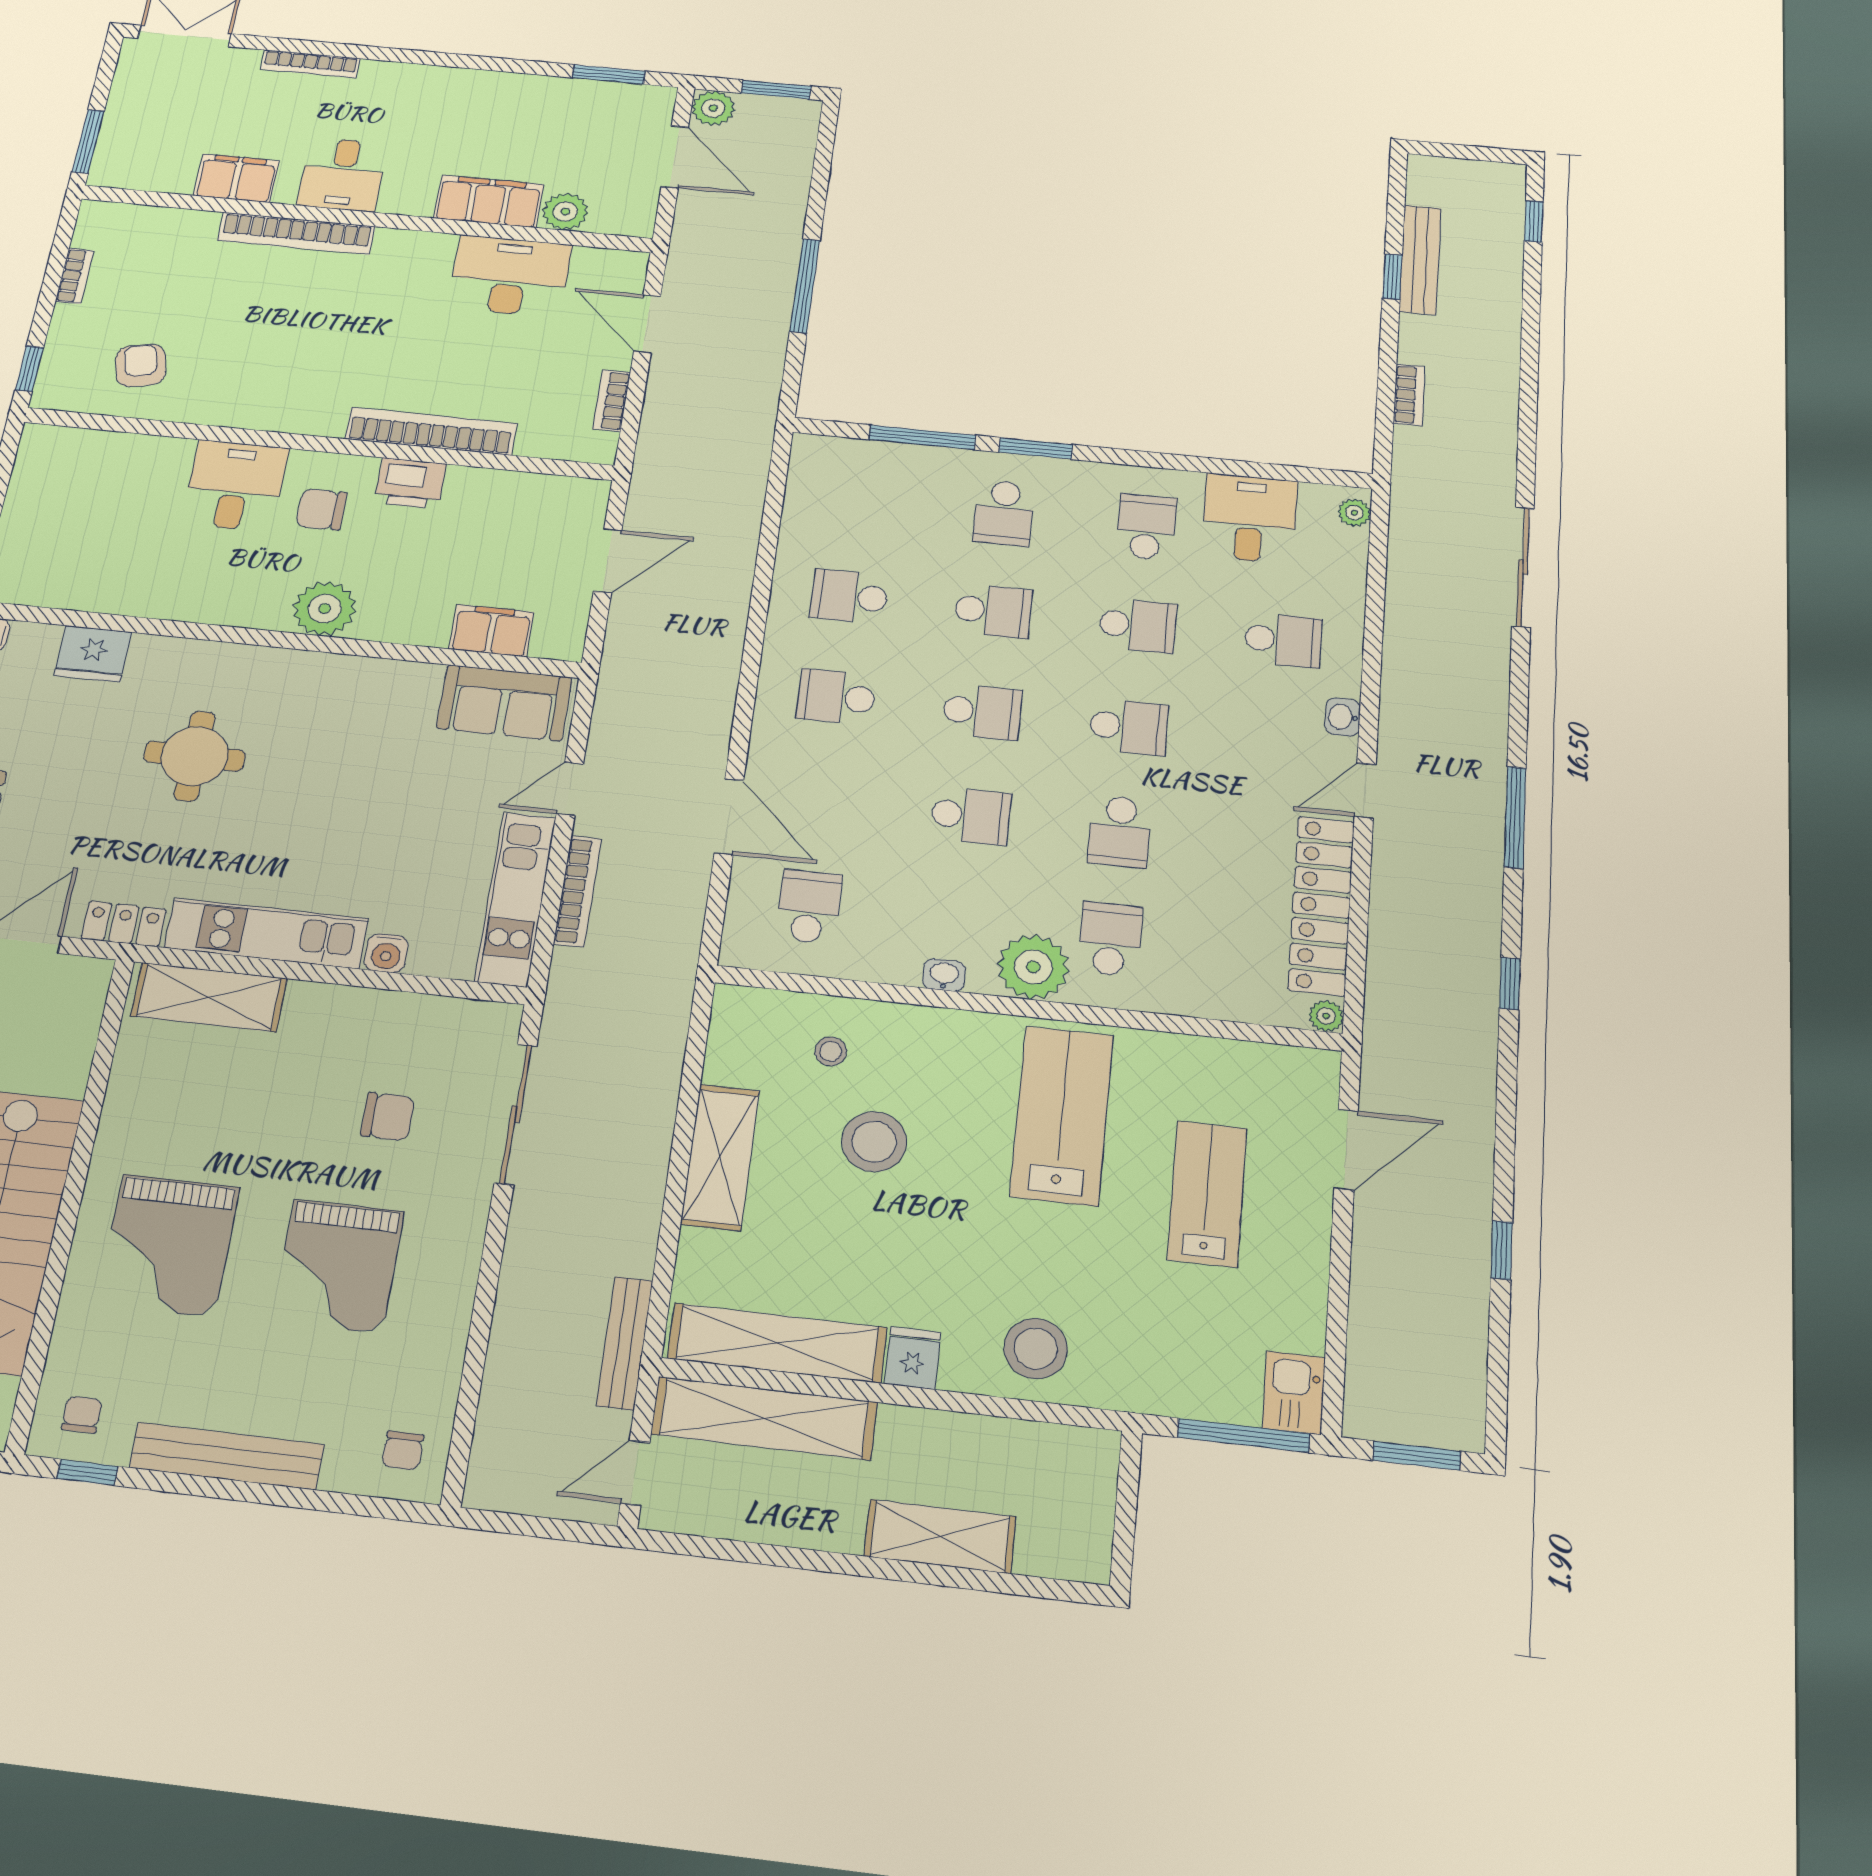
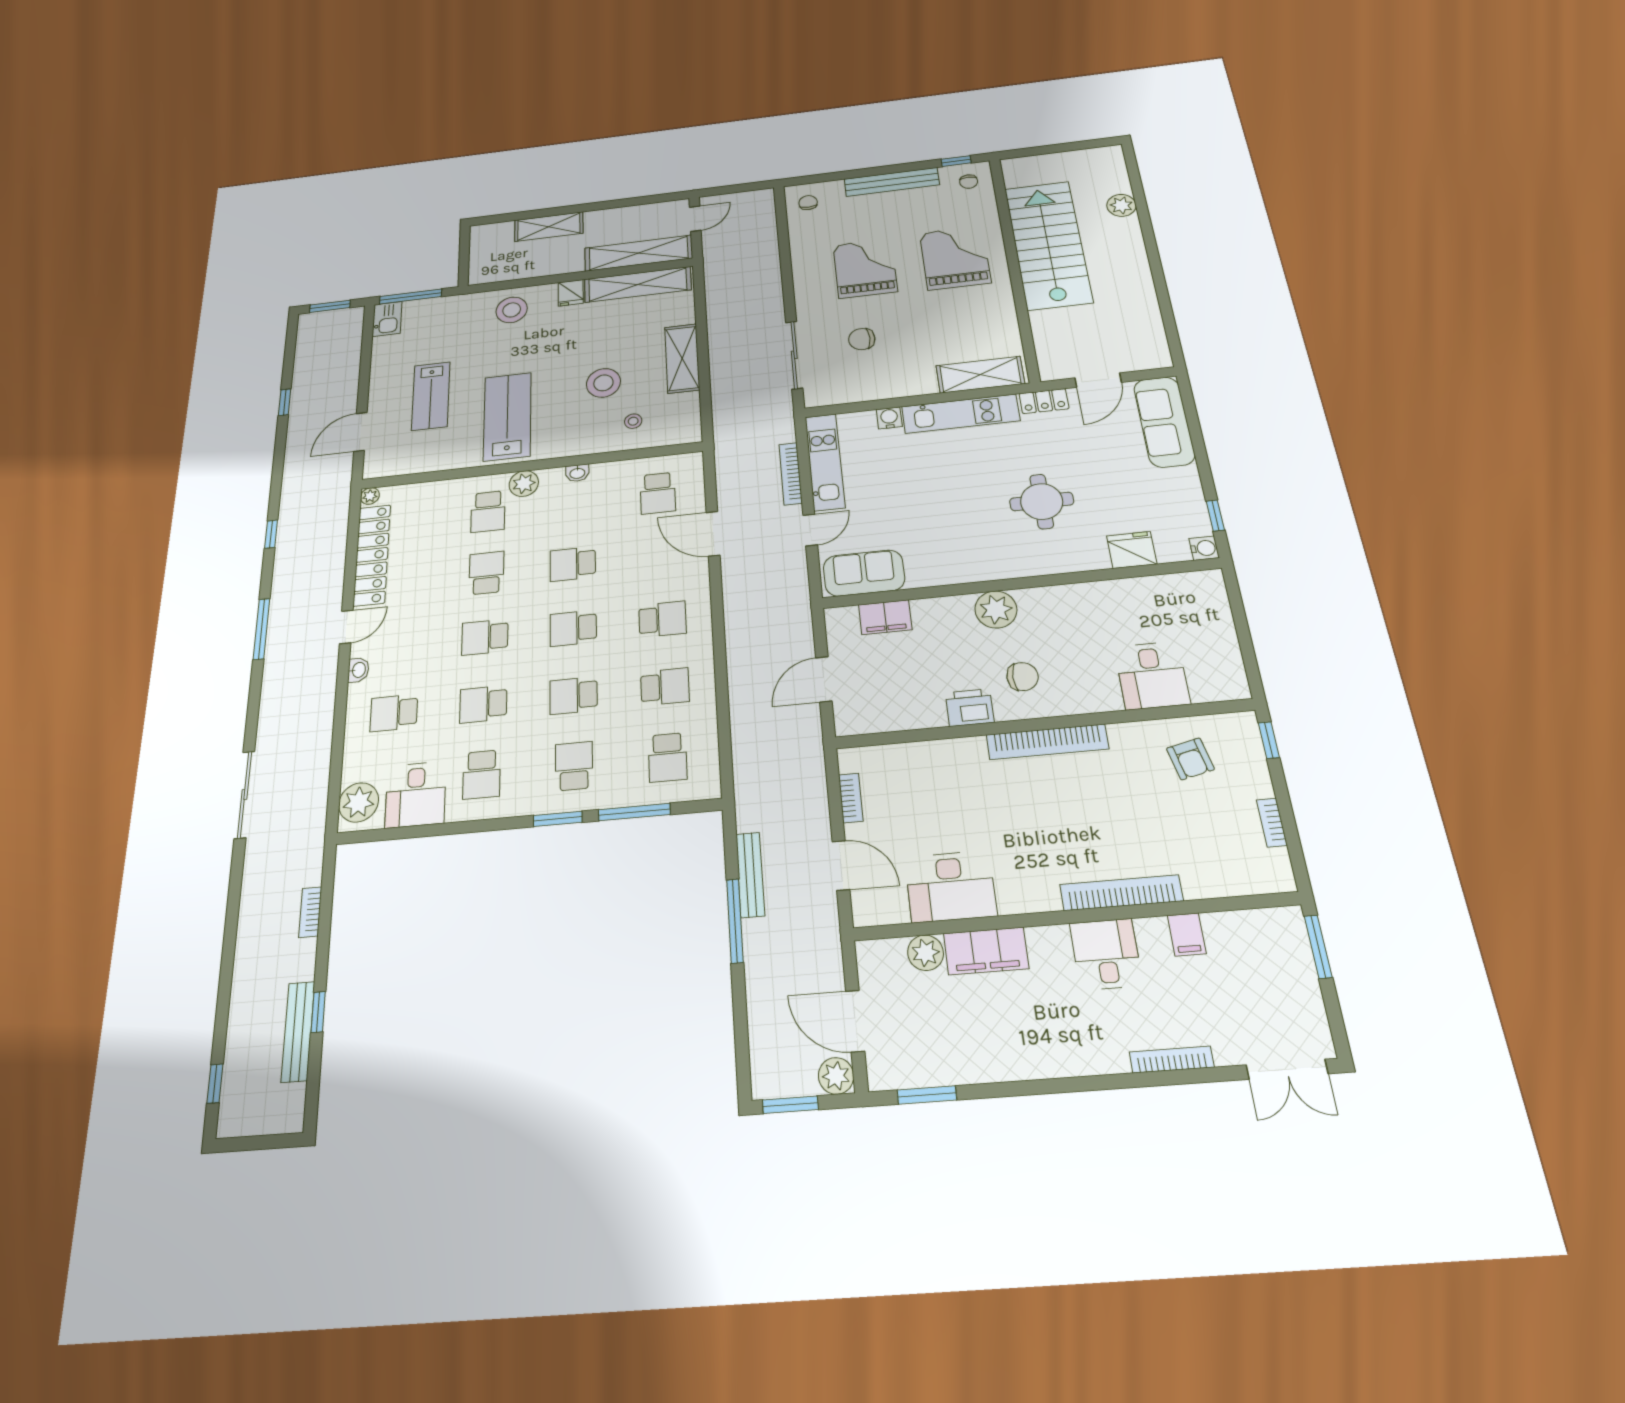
filing cabinet: (236, 178) -> (1187, 934), width x0.50
bookcase: (431, 431) -> (1047, 742), moved
desk: (235, 486) -> (1152, 675), moved
school desk: (862, 499) -> (668, 757), added
plant: (1354, 513) -> (359, 802), width x1.88, depth x1.88
plant: (1033, 967) -> (524, 484), width x0.73, depth x0.73
lab bench: (1062, 1115) -> (507, 416), turned 180
bench: (625, 1343) -> (750, 875), moved

